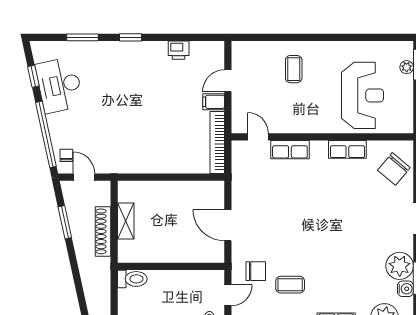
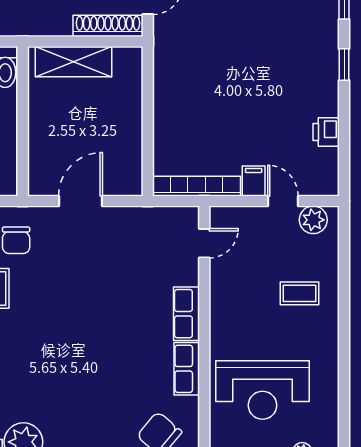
plant: (241, 59) -> (313, 220), added
row of seats: (290, 150) -> (186, 314), moved
shelving: (126, 221) -> (74, 62), width x1.50, depth x1.33
shoe rack: (103, 231) -> (108, 26), moved

